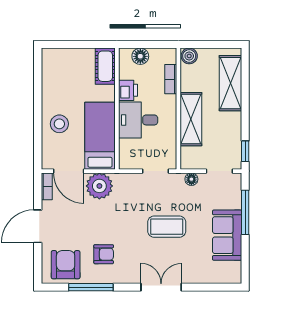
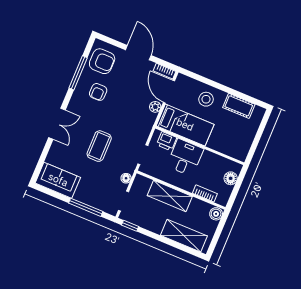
cot: (105, 66) -> (239, 106), moved
printer: (128, 90) -> (167, 141), moved
door: (69, 171) -> (169, 92), hinge flipped
plant: (99, 186) -> (155, 107), width x0.53, depth x0.53
sofa: (227, 235) -> (58, 180), moved

